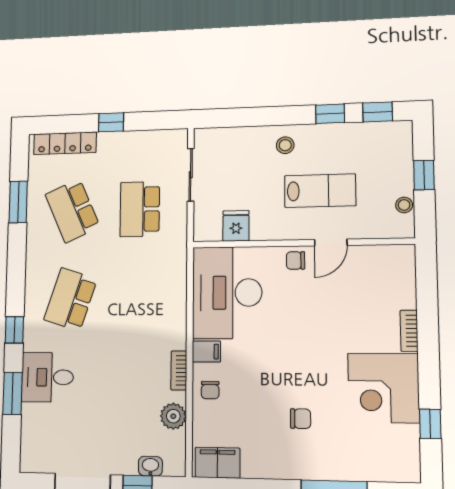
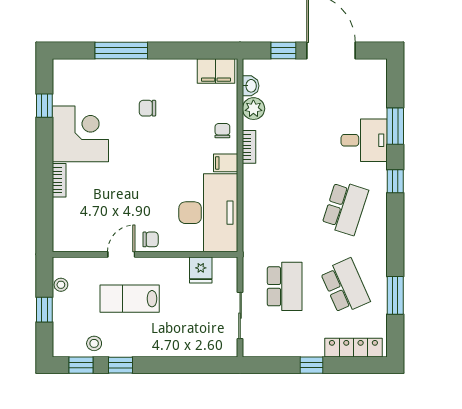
stool: (285, 145) -> (94, 343), moved
washbasin: (150, 466) -> (251, 86), moved, turned -90

